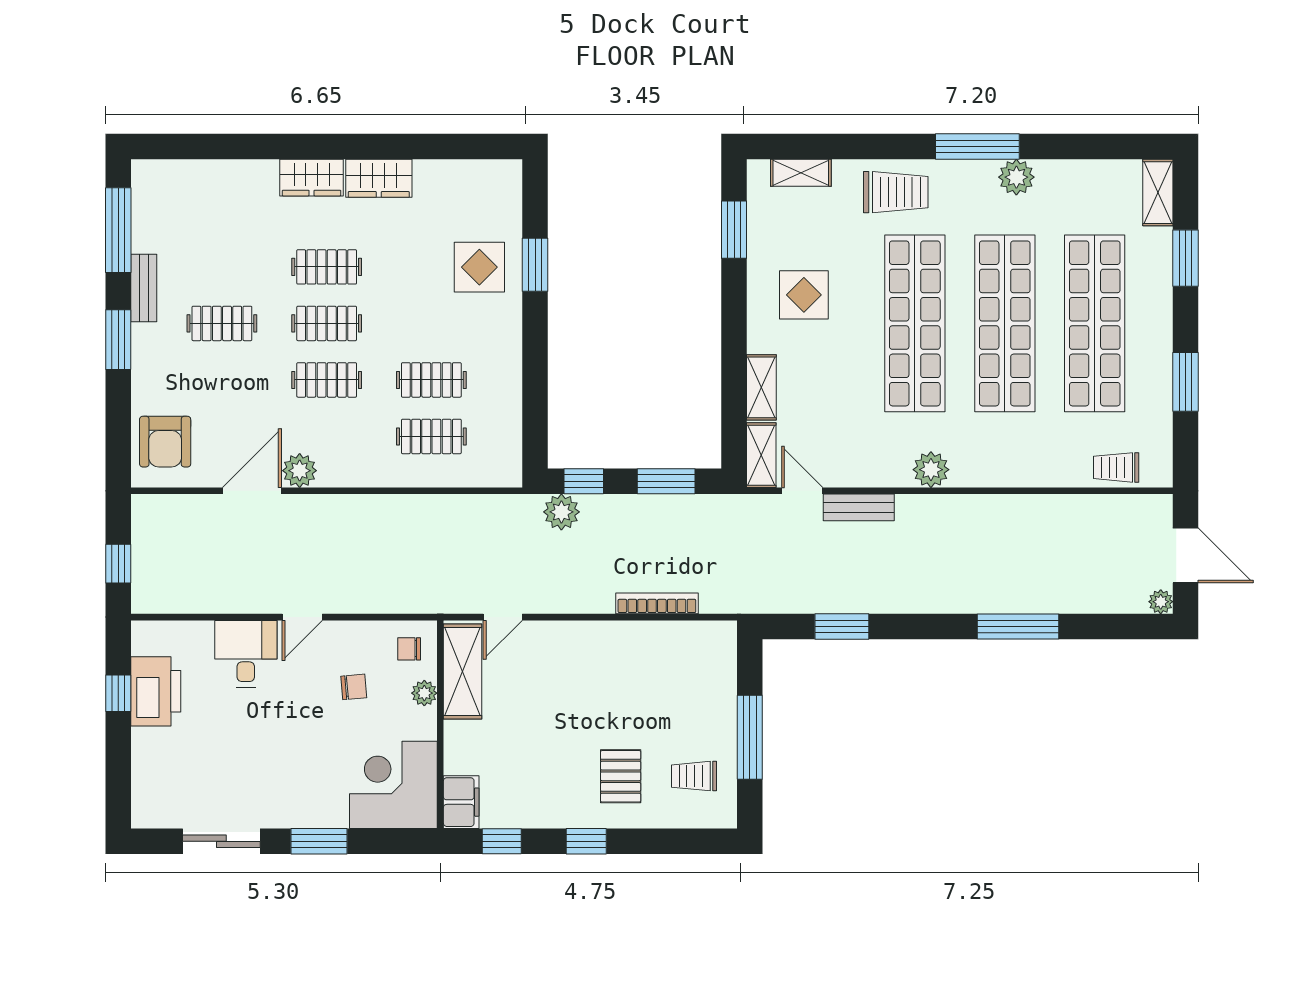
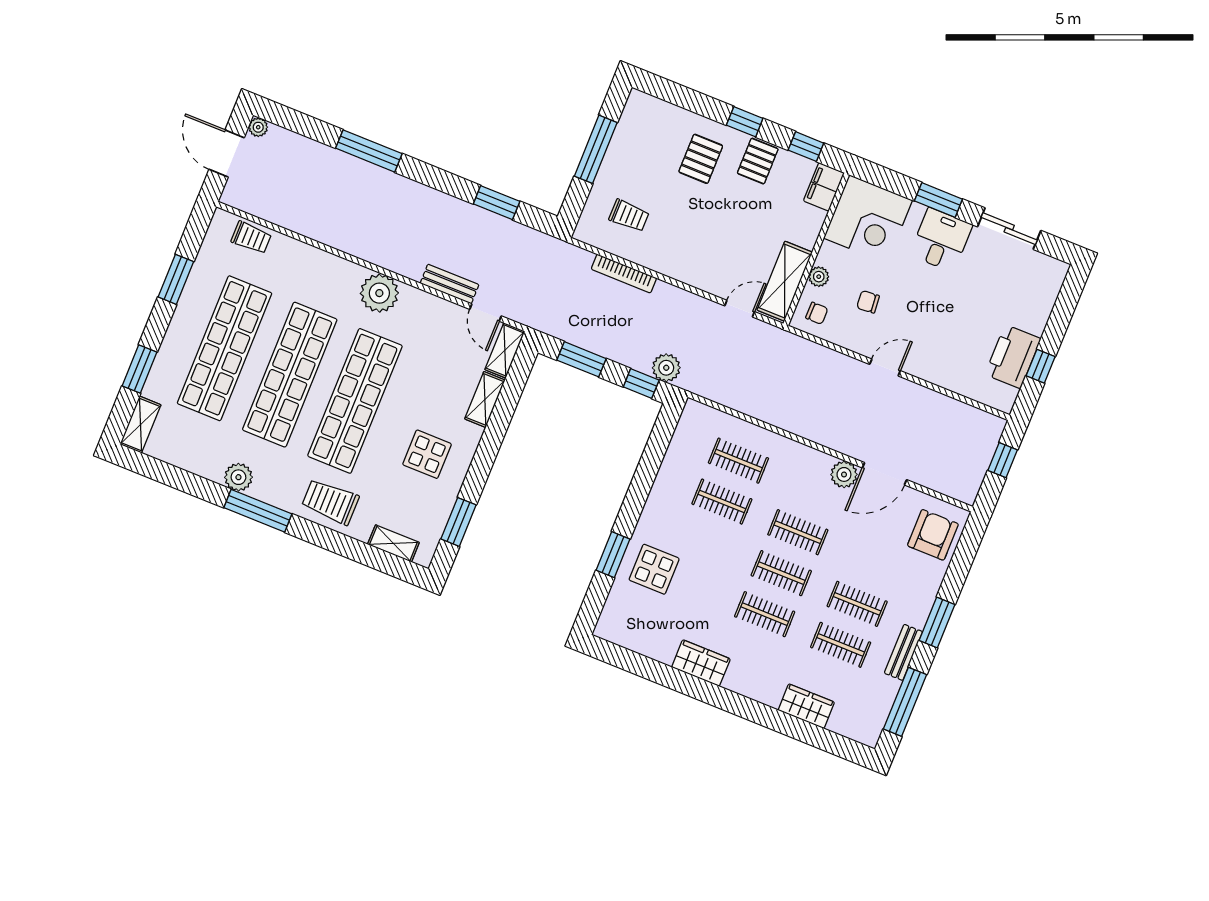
wardrobe: (312, 178) -> (806, 706), moved
clothes rail: (222, 267) -> (841, 645), added
plant: (931, 470) -> (379, 293), width x1.36, depth x1.36
desk: (246, 654) -> (941, 240), moved, turned 180
trolley: (694, 776) -> (629, 216), moved
pallet: (552, 801) -> (758, 161), added

